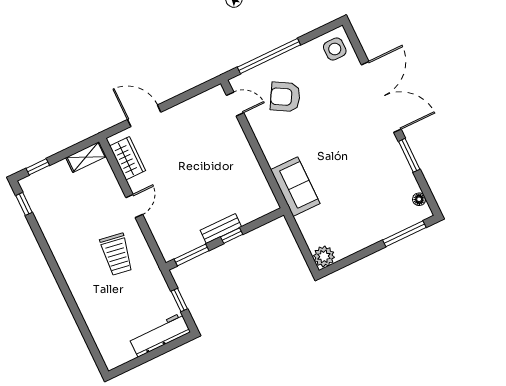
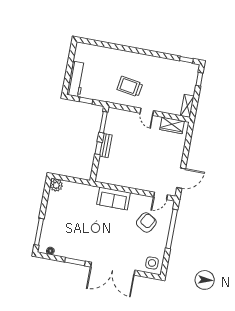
door: (144, 116) -> (181, 178), moved
sofa: (295, 187) -> (114, 198), moved

